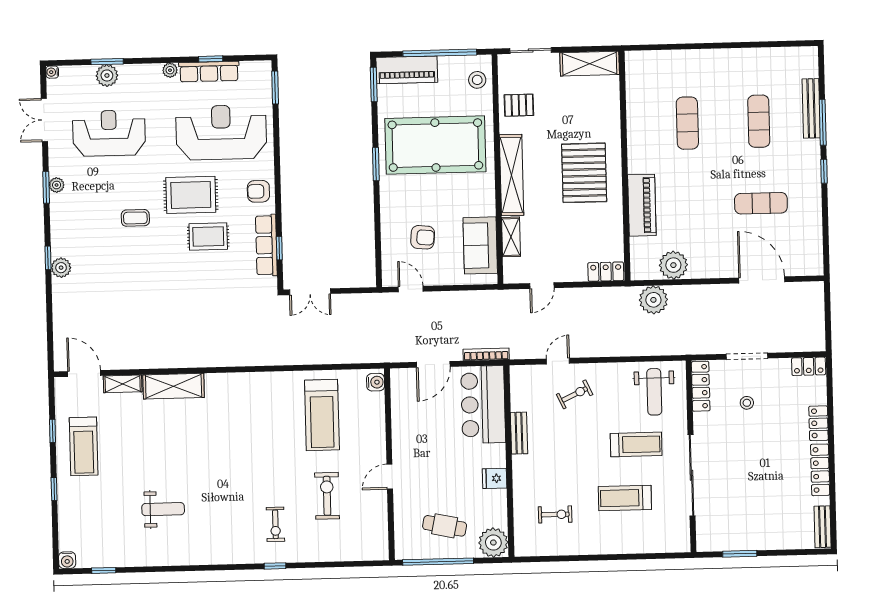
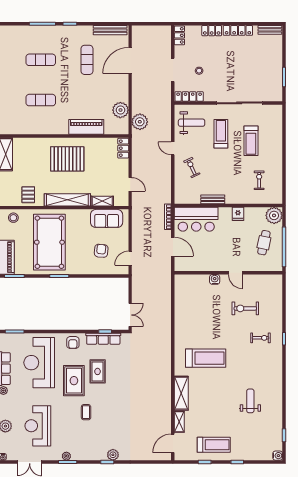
bench: (811, 108) -> (110, 30), moved
door: (558, 361) -> (173, 148), moved
water cooler: (376, 382) -> (215, 279), moved
treadmill: (322, 415) -> (206, 358), moved

